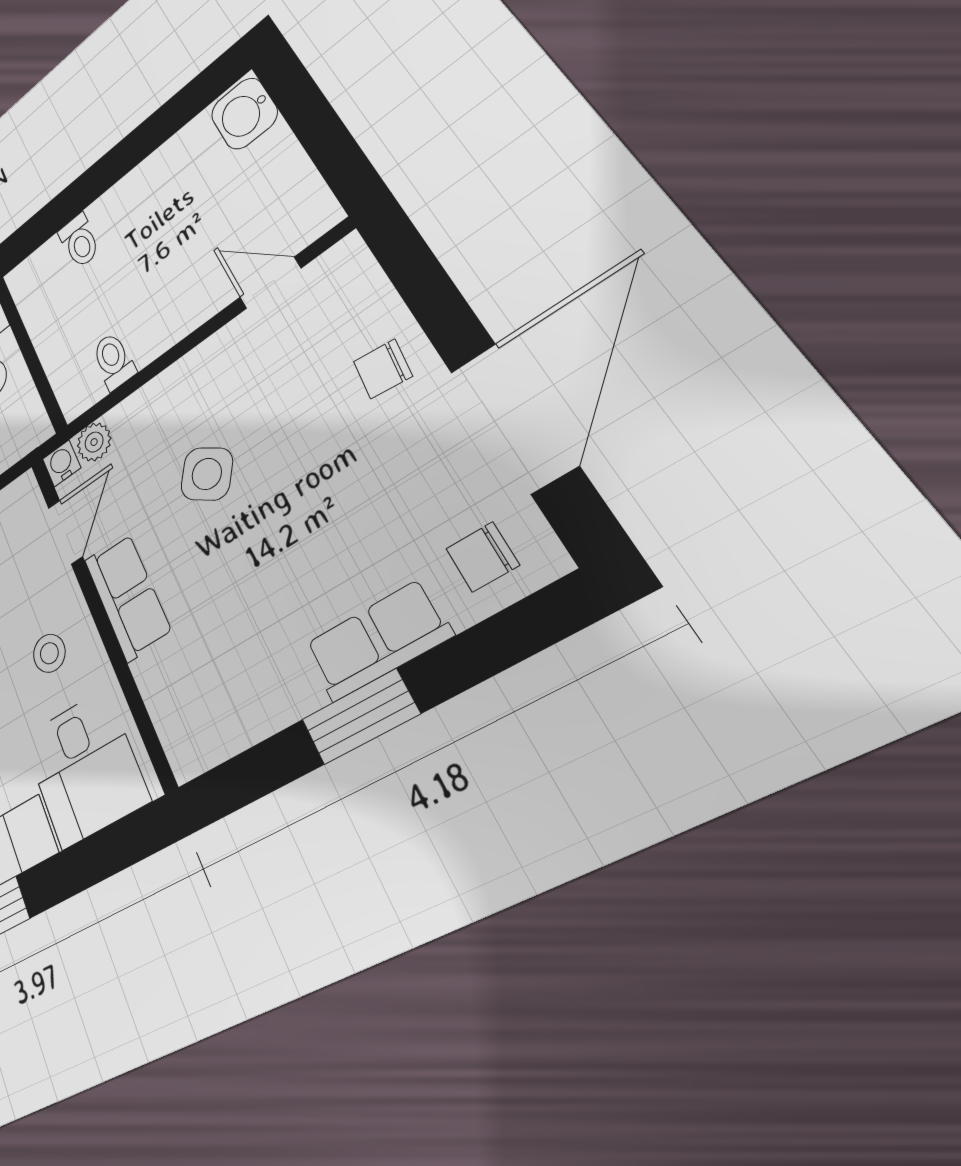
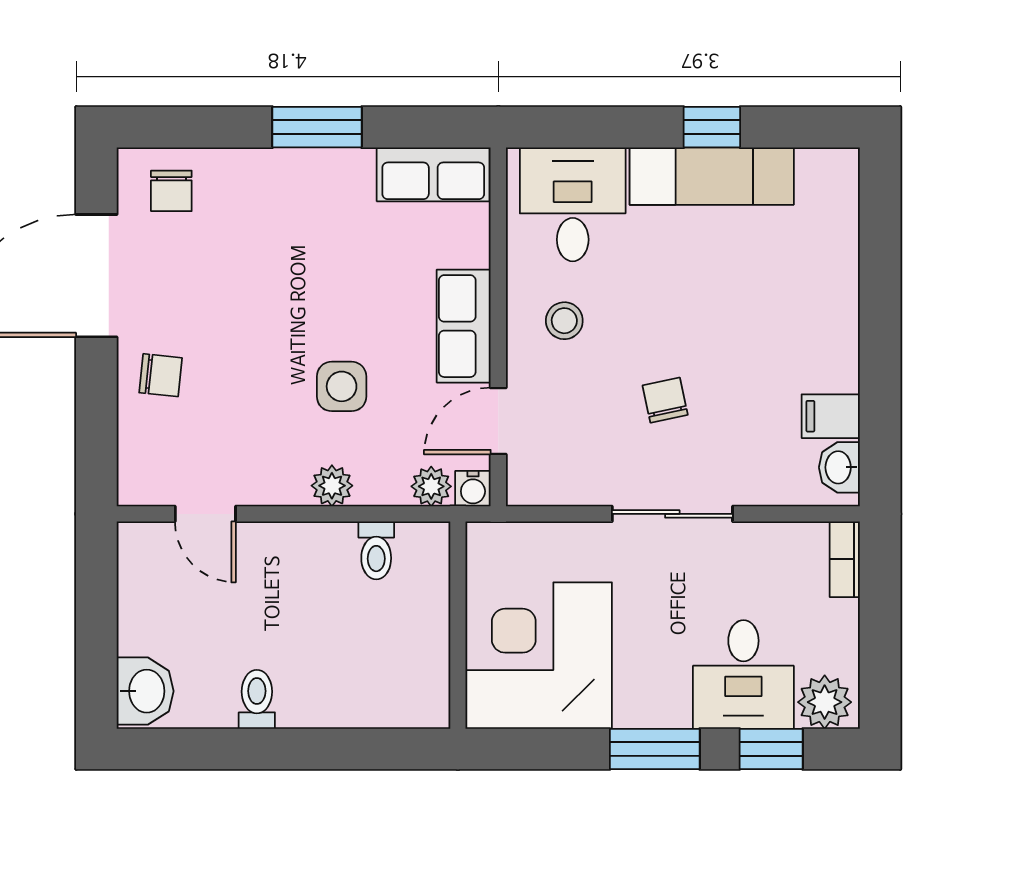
toilet: (79, 241) -> (257, 699), moved
plant: (173, 385) -> (332, 486), added
side table: (207, 474) -> (342, 386), turned -35
chair: (482, 557) -> (171, 191), turned 90
row of seats: (377, 640) -> (433, 174), moved

